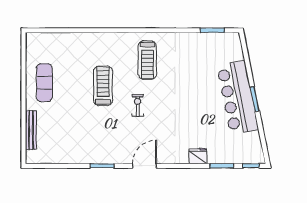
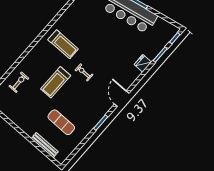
exercise bike: (71, 49) -> (19, 82), added
exercise mat: (44, 83) -> (61, 122), moved
treadmill: (103, 86) -> (56, 82), turned -90

